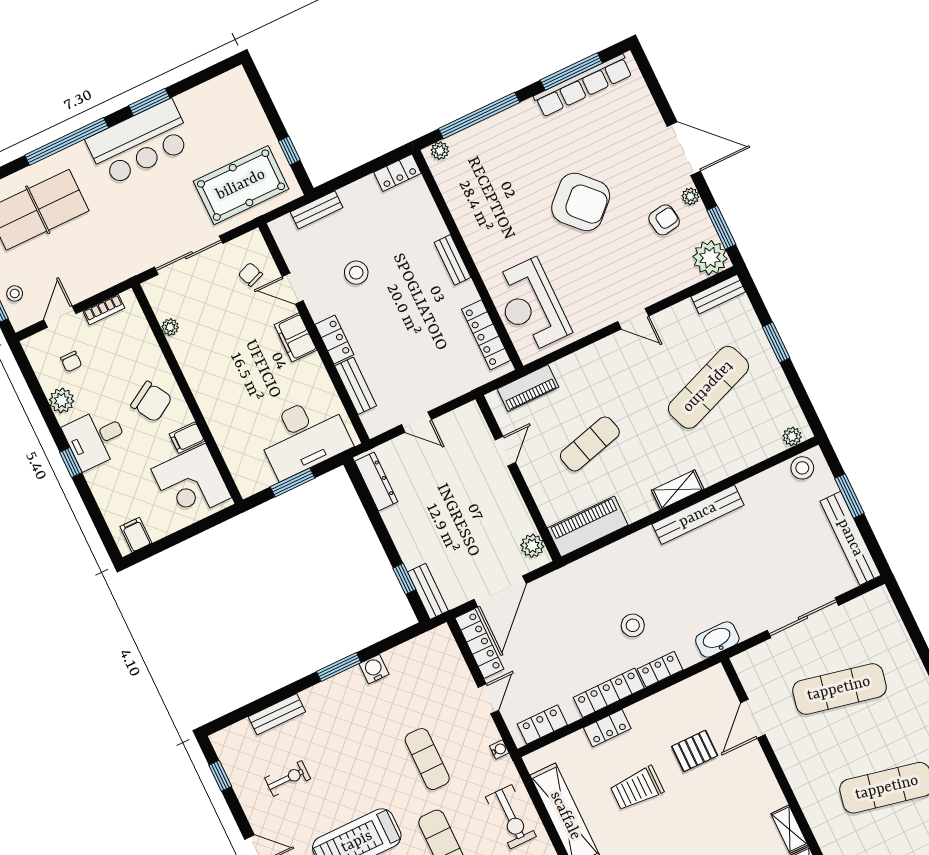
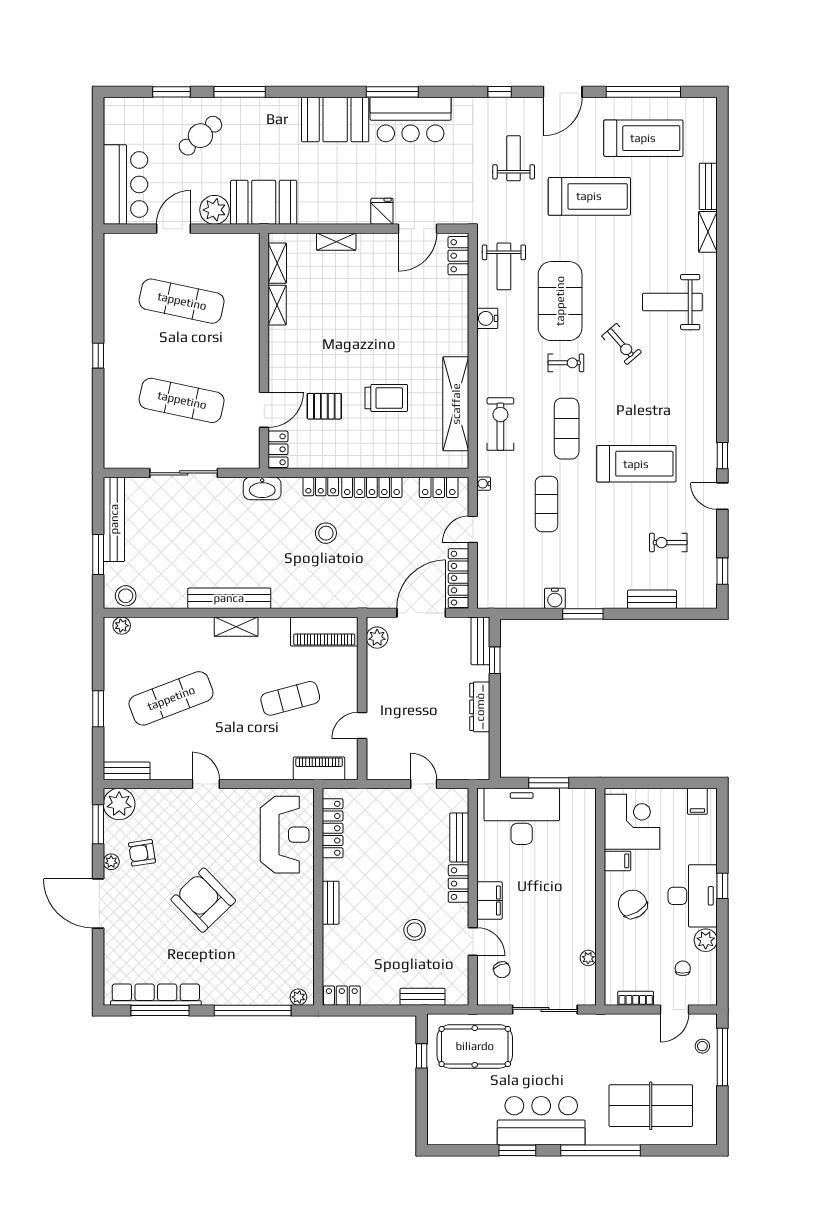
desk: (96, 438) -> (693, 896), width x1.37
dresser: (376, 482) -> (480, 707), moved
locker: (607, 728) -> (278, 449), moved, turned 90

